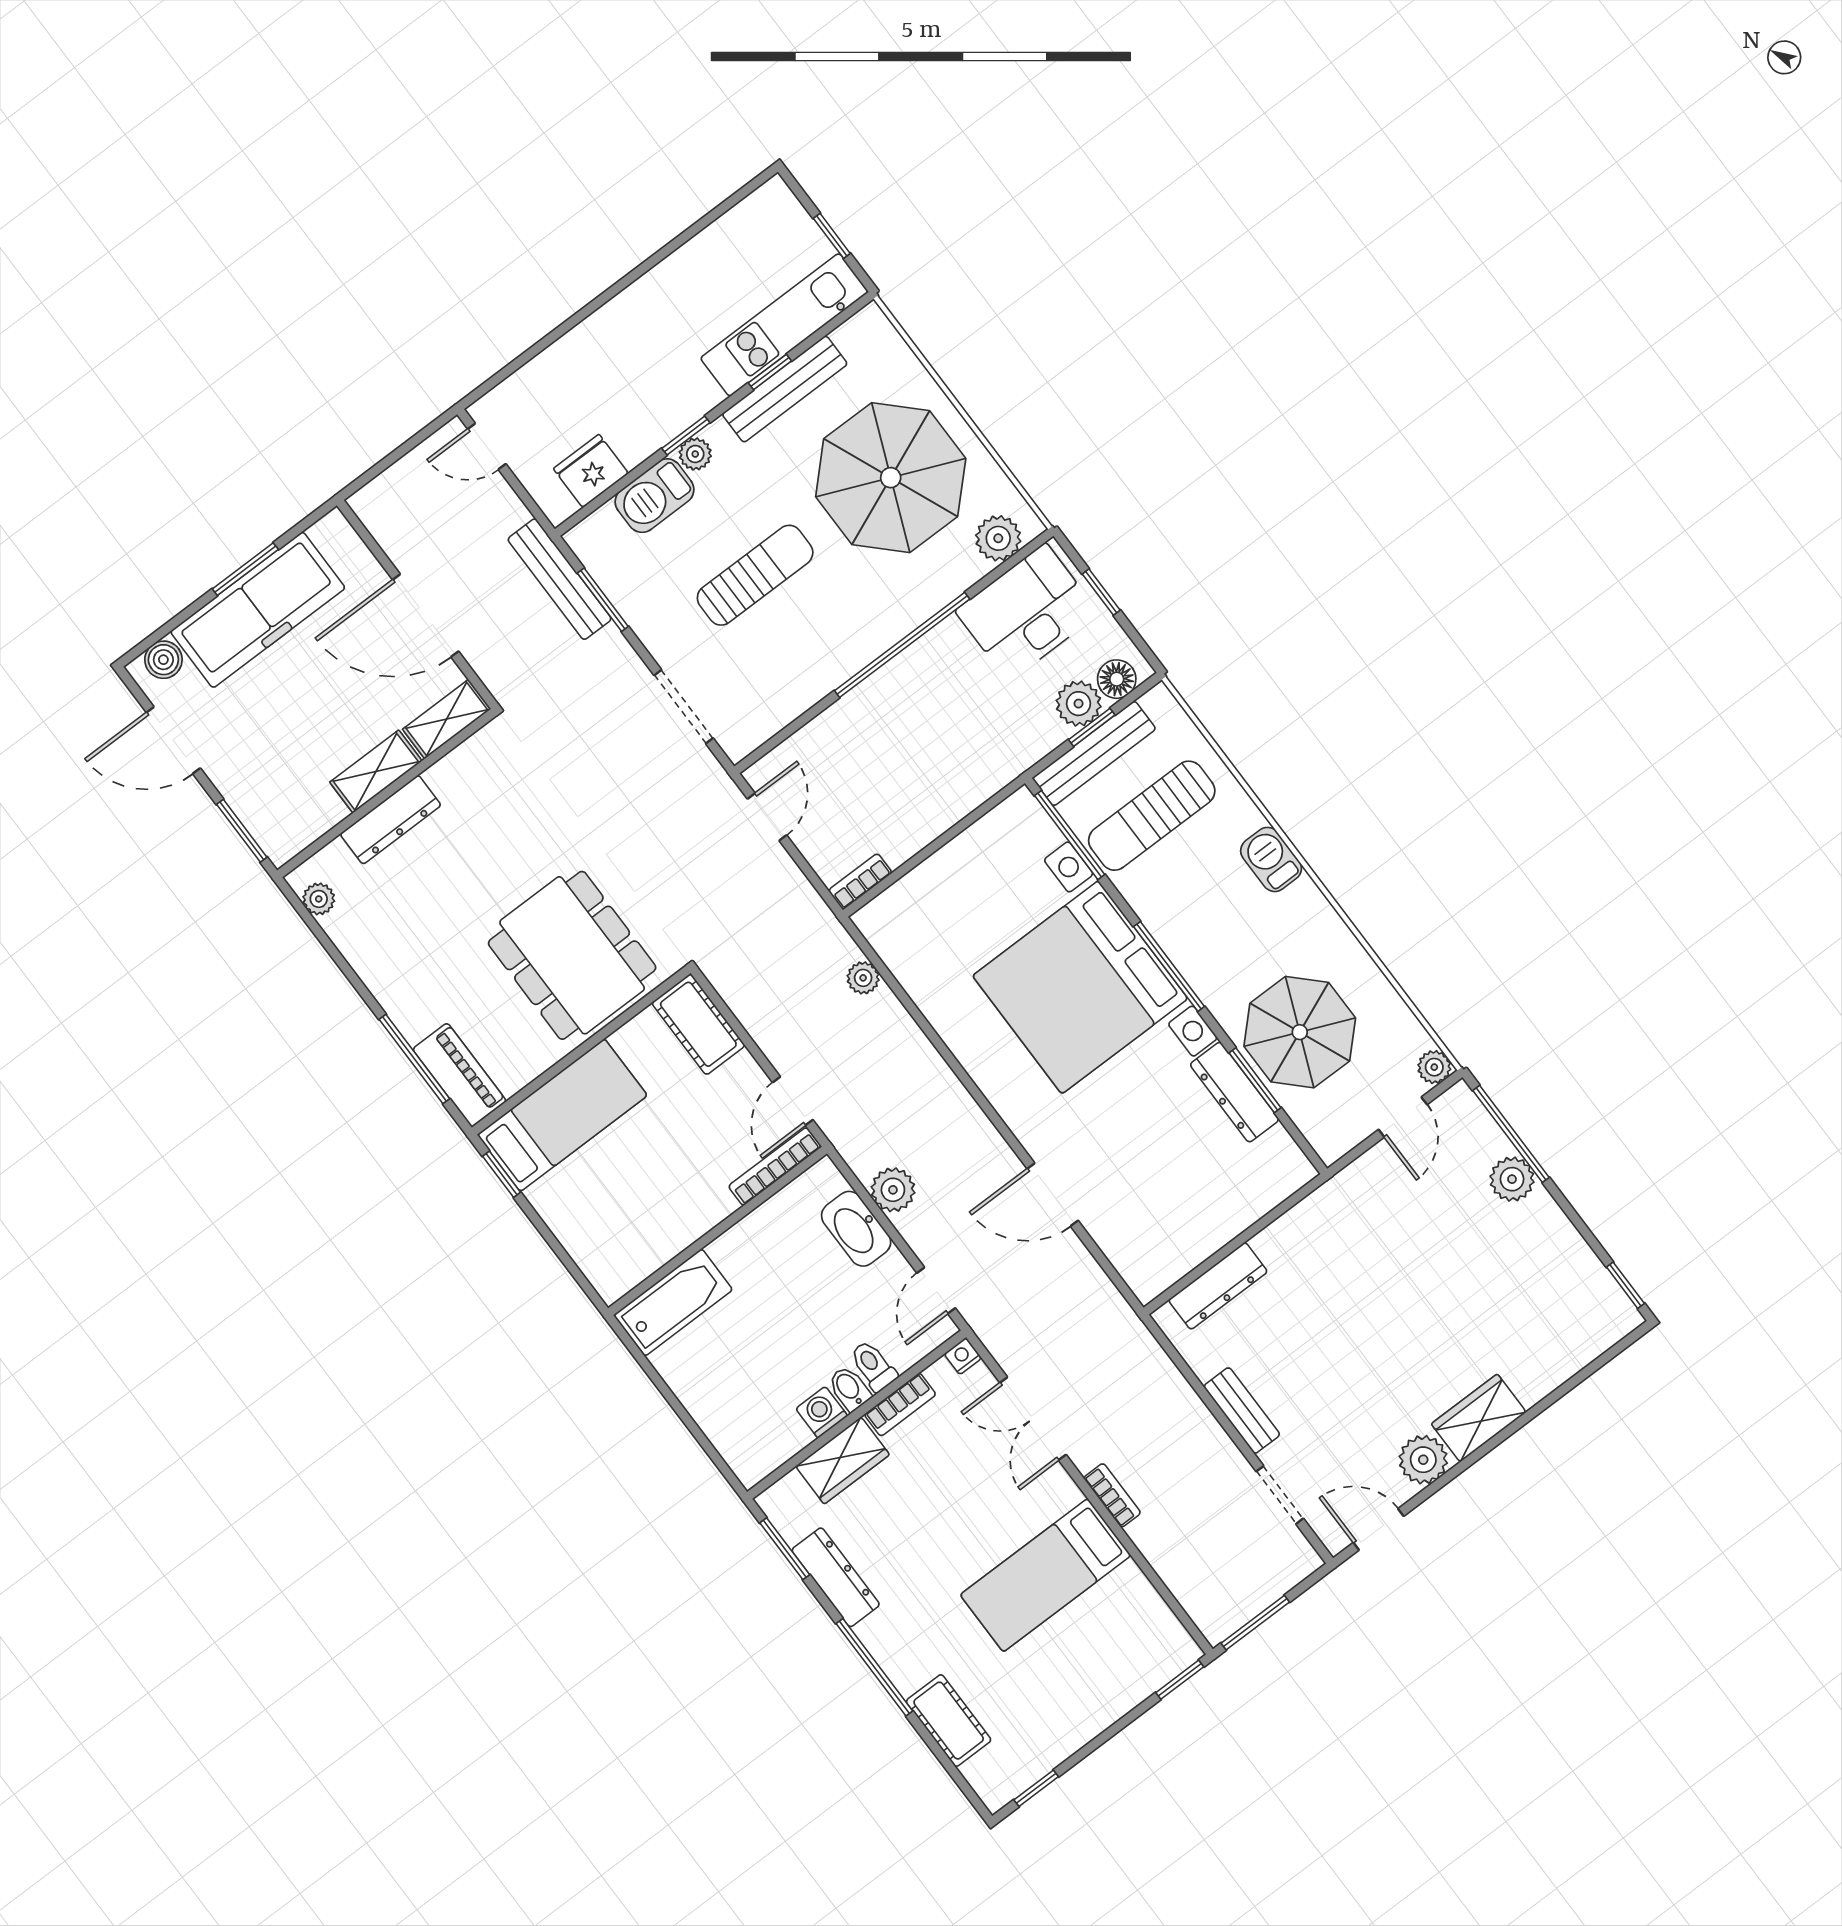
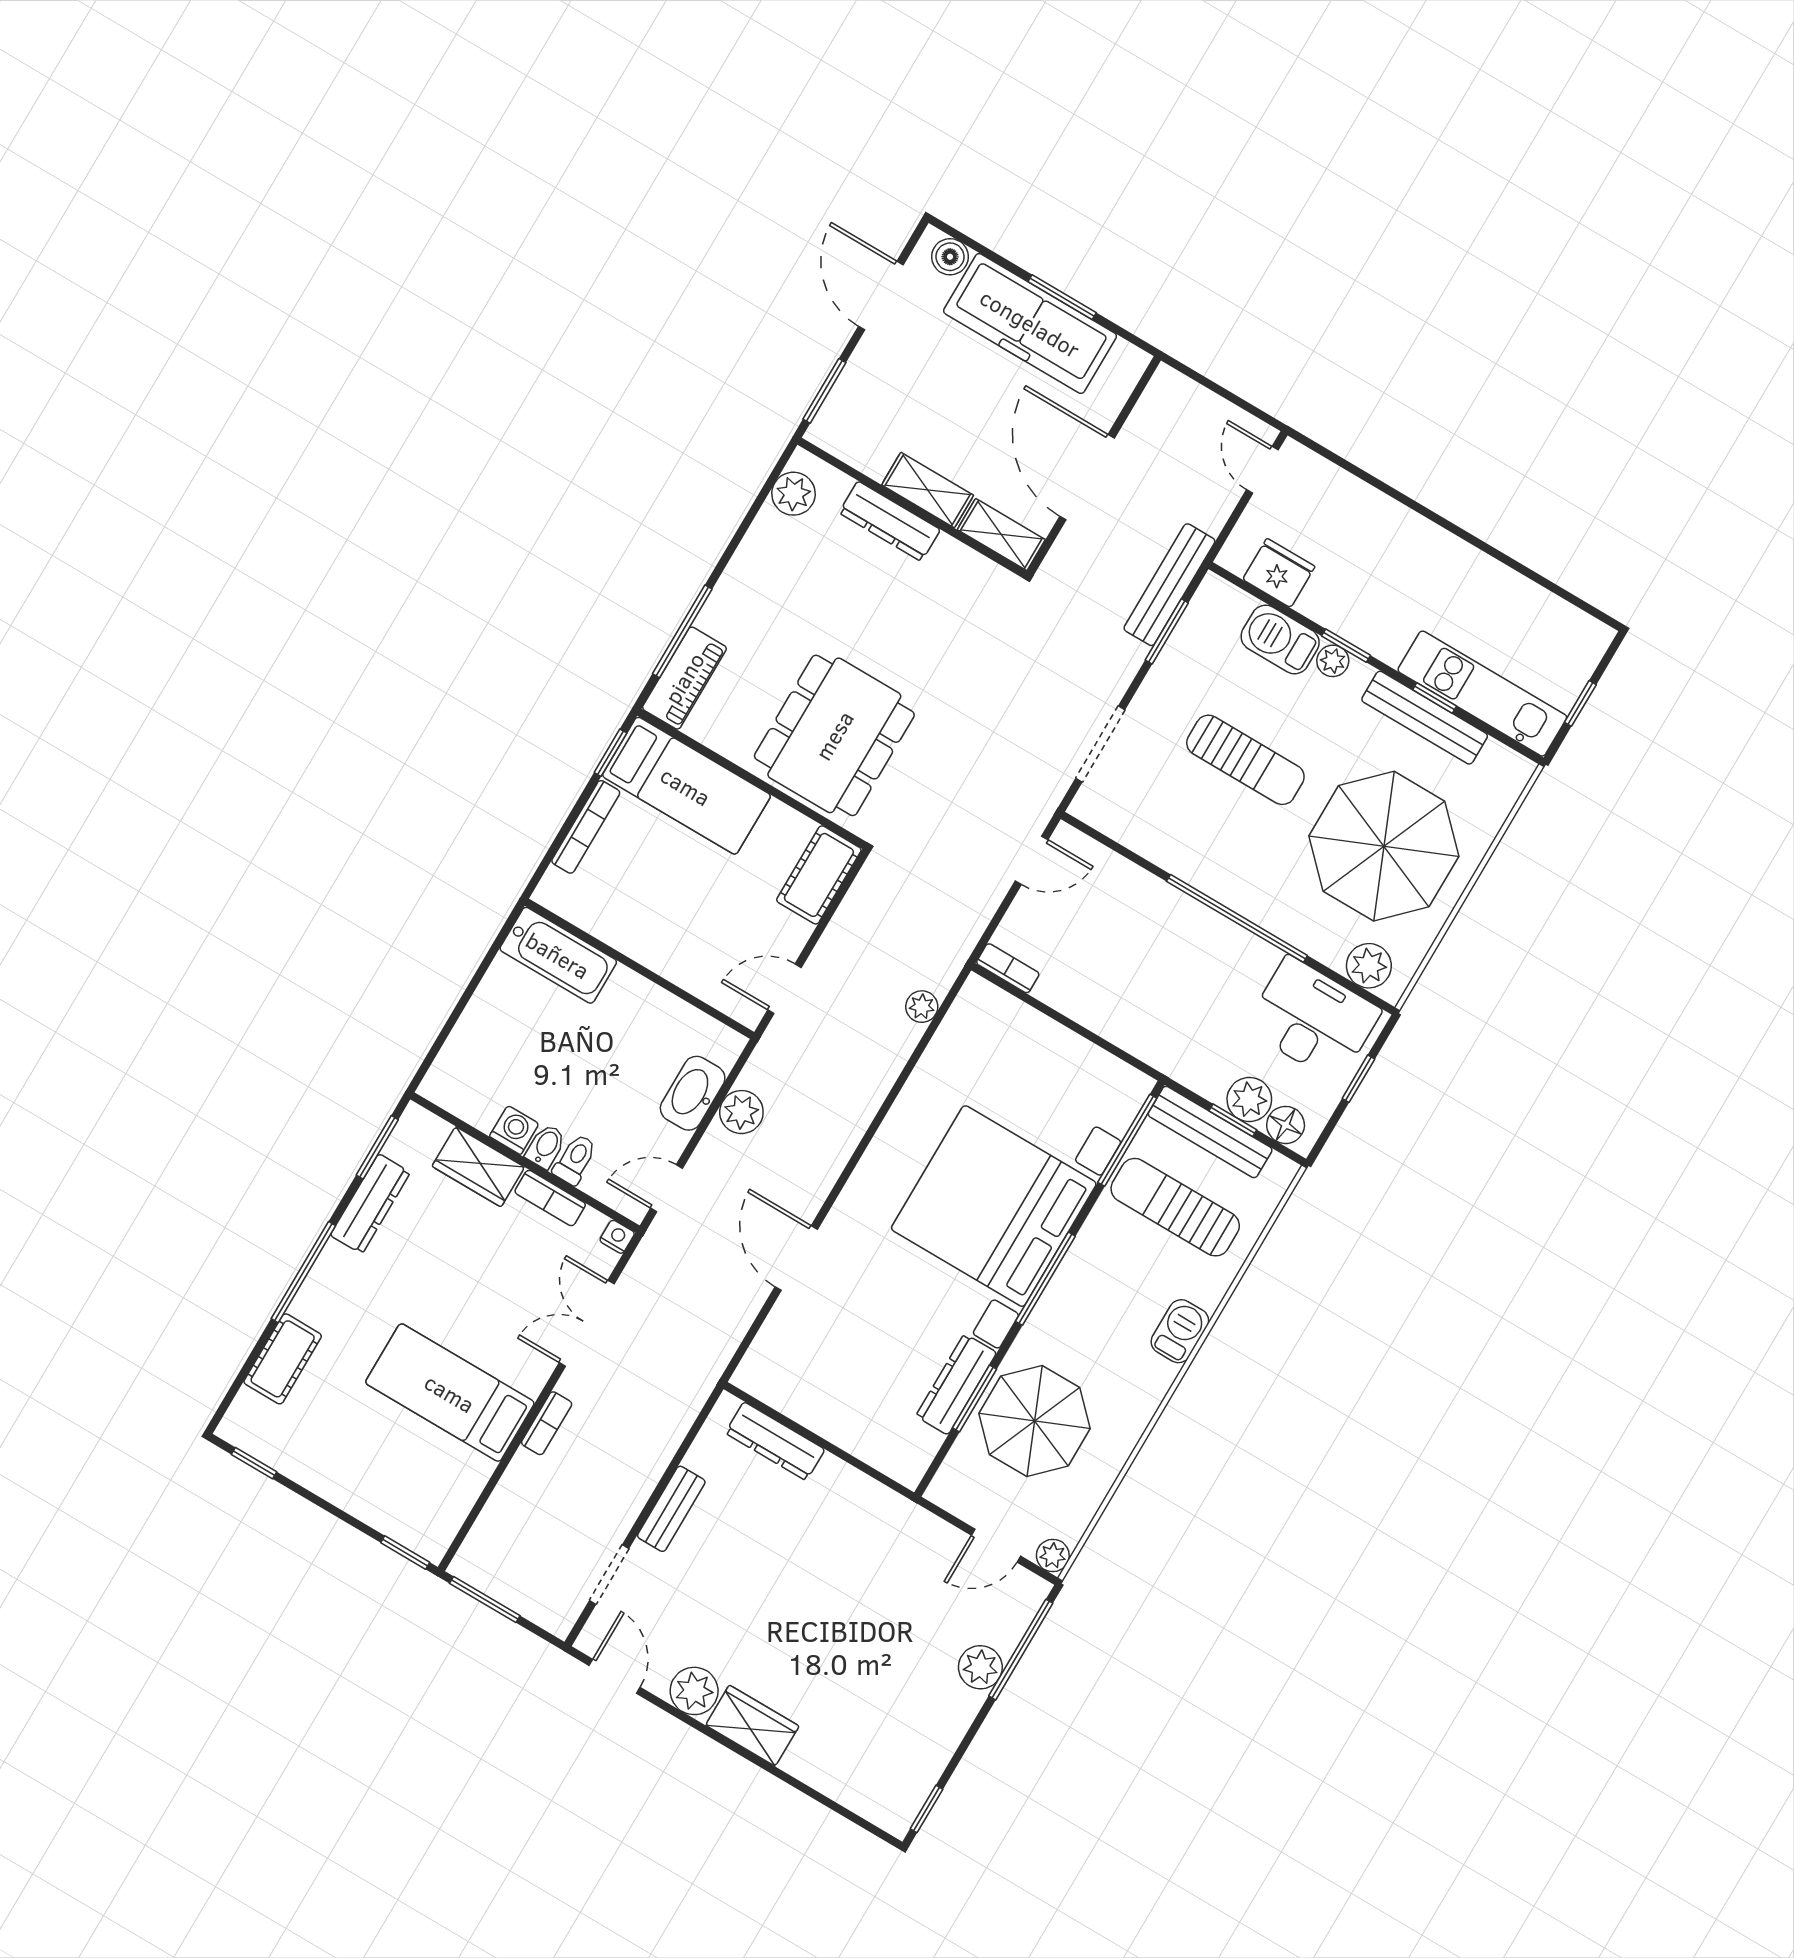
plant: (319, 899) -> (793, 494), width x1.38, depth x1.38
bookcase: (775, 1166) -> (586, 827), moved, turned 90

